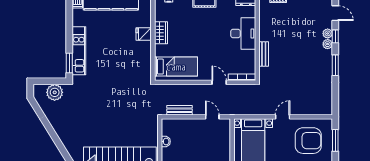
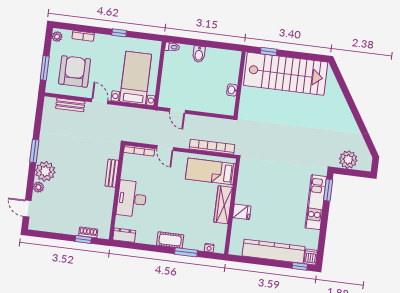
wardrobe: (161, 33) -> (223, 205), width x1.50
window: (335, 36) -> (30, 183), removed
plant: (328, 44) -> (45, 171), width x1.88, depth x1.88
bookcase: (177, 89) -> (212, 147), added
bench: (179, 110) -> (70, 105), moved
door: (283, 117) -> (100, 101), swing flipped
armchair: (308, 141) -> (75, 71), turned 90

